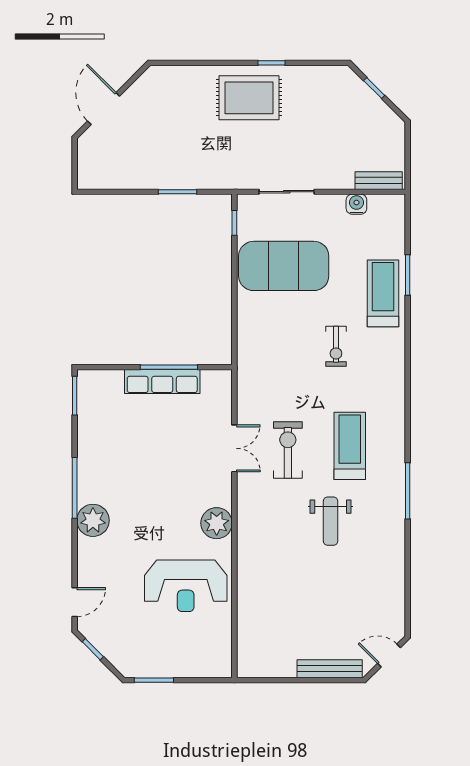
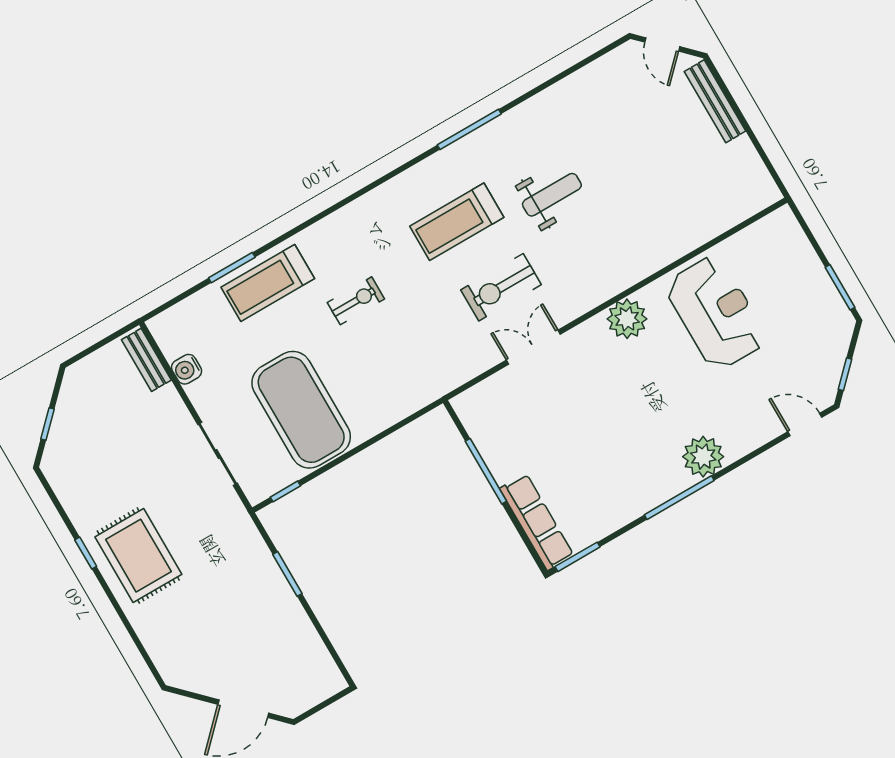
row of seats: (162, 381) -> (537, 522), moved

